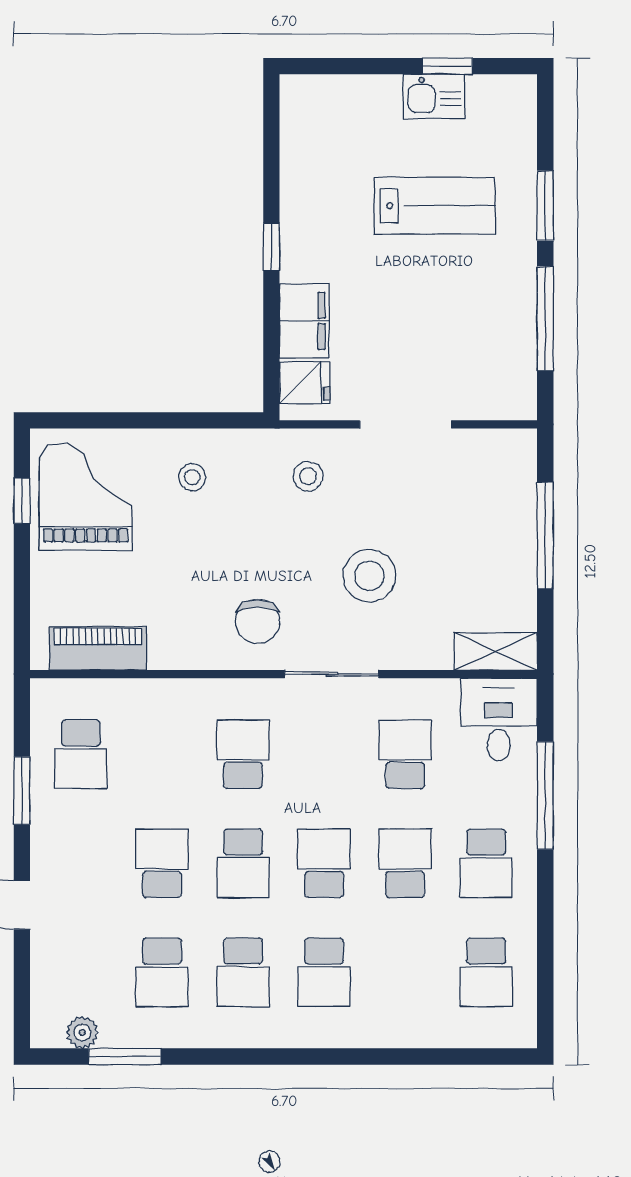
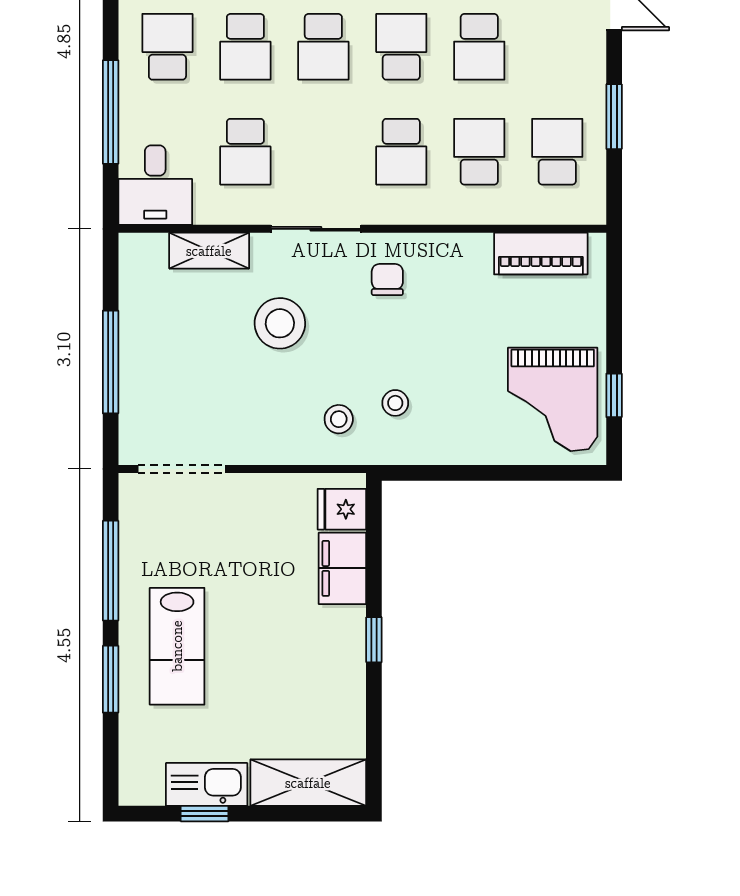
kitchen sink: (434, 96) -> (207, 784), width x1.38
shelving: (340, 98) -> (308, 783), added
lab bench: (435, 206) -> (177, 646), moved, turned -90
doorway: (406, 424) -> (182, 469), moved
stool: (192, 477) -> (395, 403), moved
chair: (258, 621) -> (387, 280), width x0.73, depth x0.73
shelving: (496, 651) -> (209, 251), moved
school desk: (162, 754) -> (479, 152), added

